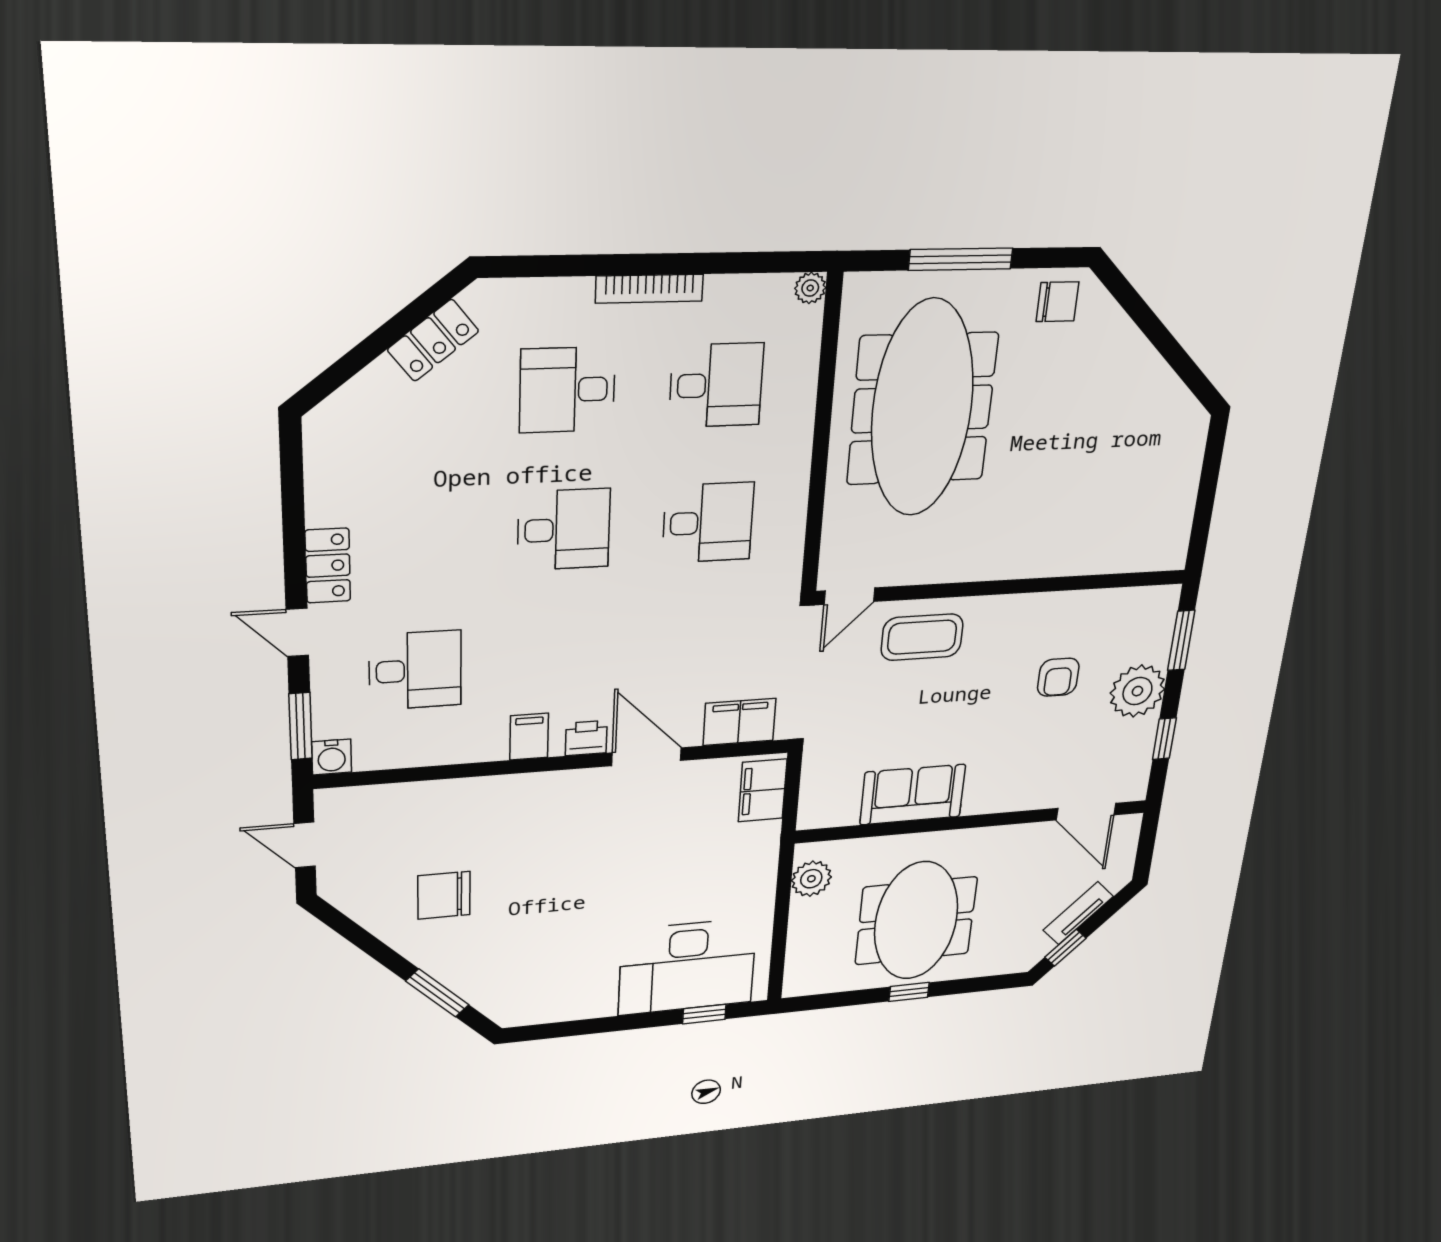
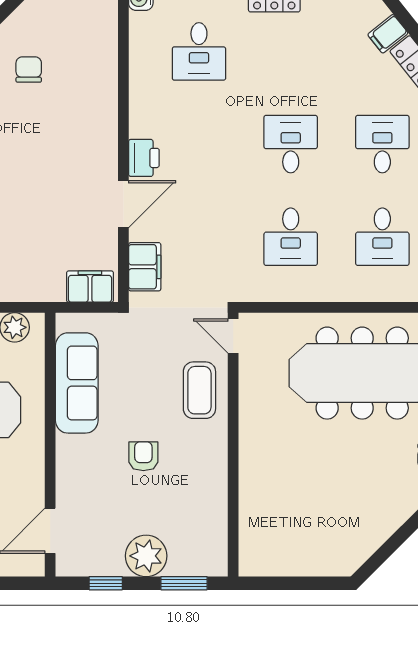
desk: (564, 530) -> (291, 144), turned 180
armchair: (1058, 677) -> (143, 456), moved, turned 90
filing cabinet: (529, 737) -> (388, 34), moved, turned 142
printer: (586, 738) -> (144, 158), width x1.36, depth x1.24
sofa: (913, 795) -> (77, 383), width x1.36
chair: (444, 895) -> (29, 70), width x0.73, depth x0.73

